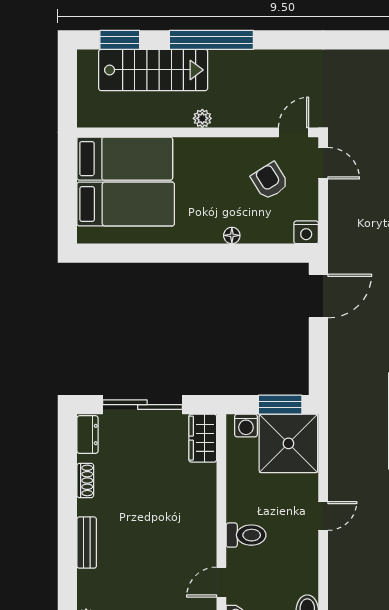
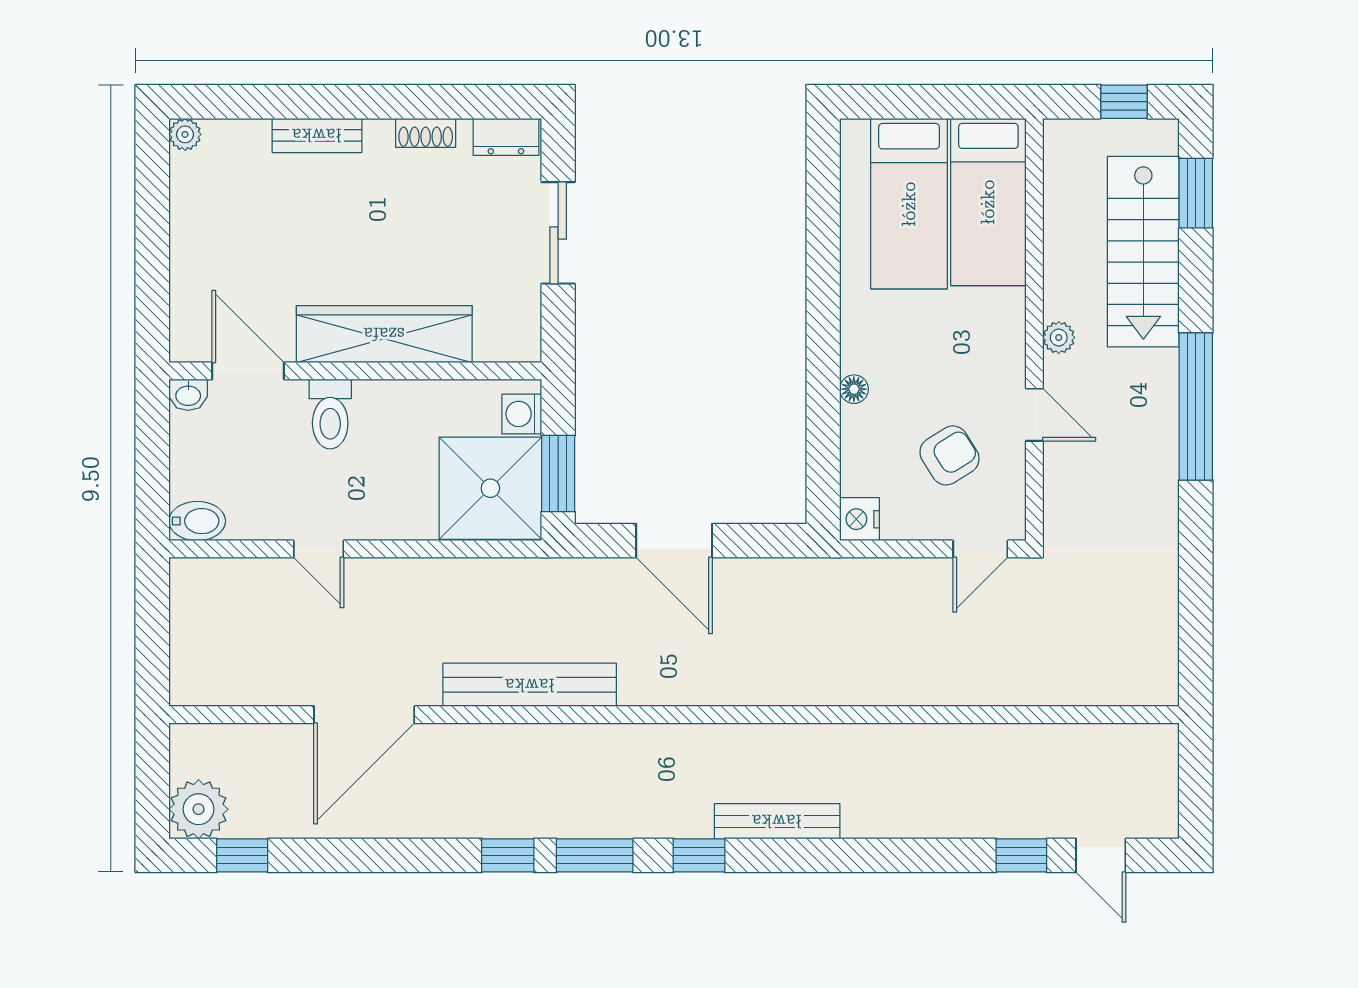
window: (211, 40) -> (1196, 407), moved
window: (67, 81) -> (1124, 102), added
door: (294, 132) -> (1034, 415), moved
door: (318, 296) -> (674, 541), moved
sliding door: (142, 405) -> (558, 233), width x0.73
wardrobe: (203, 438) -> (384, 334), moved, width x2.10, depth x1.17
door: (323, 516) -> (319, 549), moved
door: (221, 582) -> (248, 371), width x1.38

